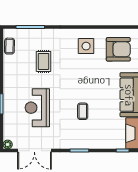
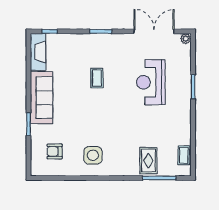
armchair: (118, 49) -> (55, 151), width x0.53, depth x0.53
rug: (44, 61) -> (148, 161), moved
reception desk: (37, 108) -> (151, 82), turned 180

